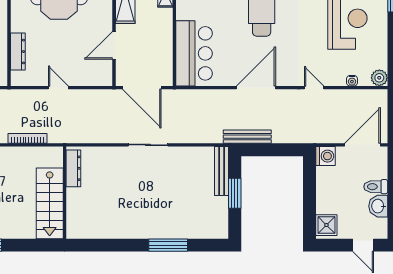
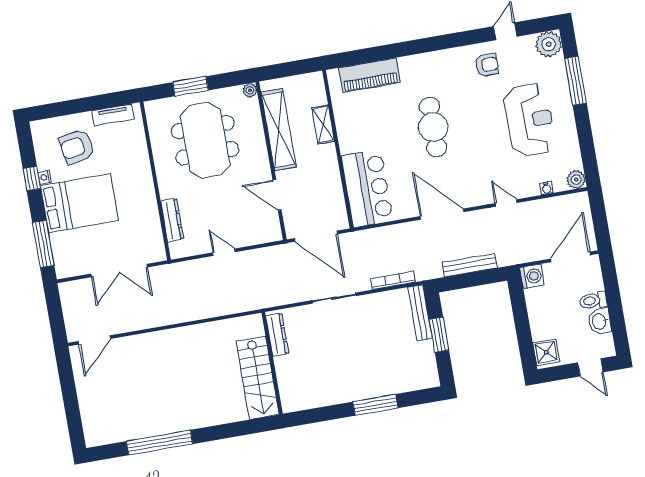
door: (114, 45) -> (277, 195), hinge flipped
door: (256, 88) -> (442, 214), hinge flipped
bench: (247, 137) -> (469, 265), moved
bookcase: (27, 138) -> (393, 280), moved
dresser: (73, 168) -> (277, 335), moved
wall: (65, 193) -> (272, 363), moved
stairs: (50, 203) -> (258, 378), moved

